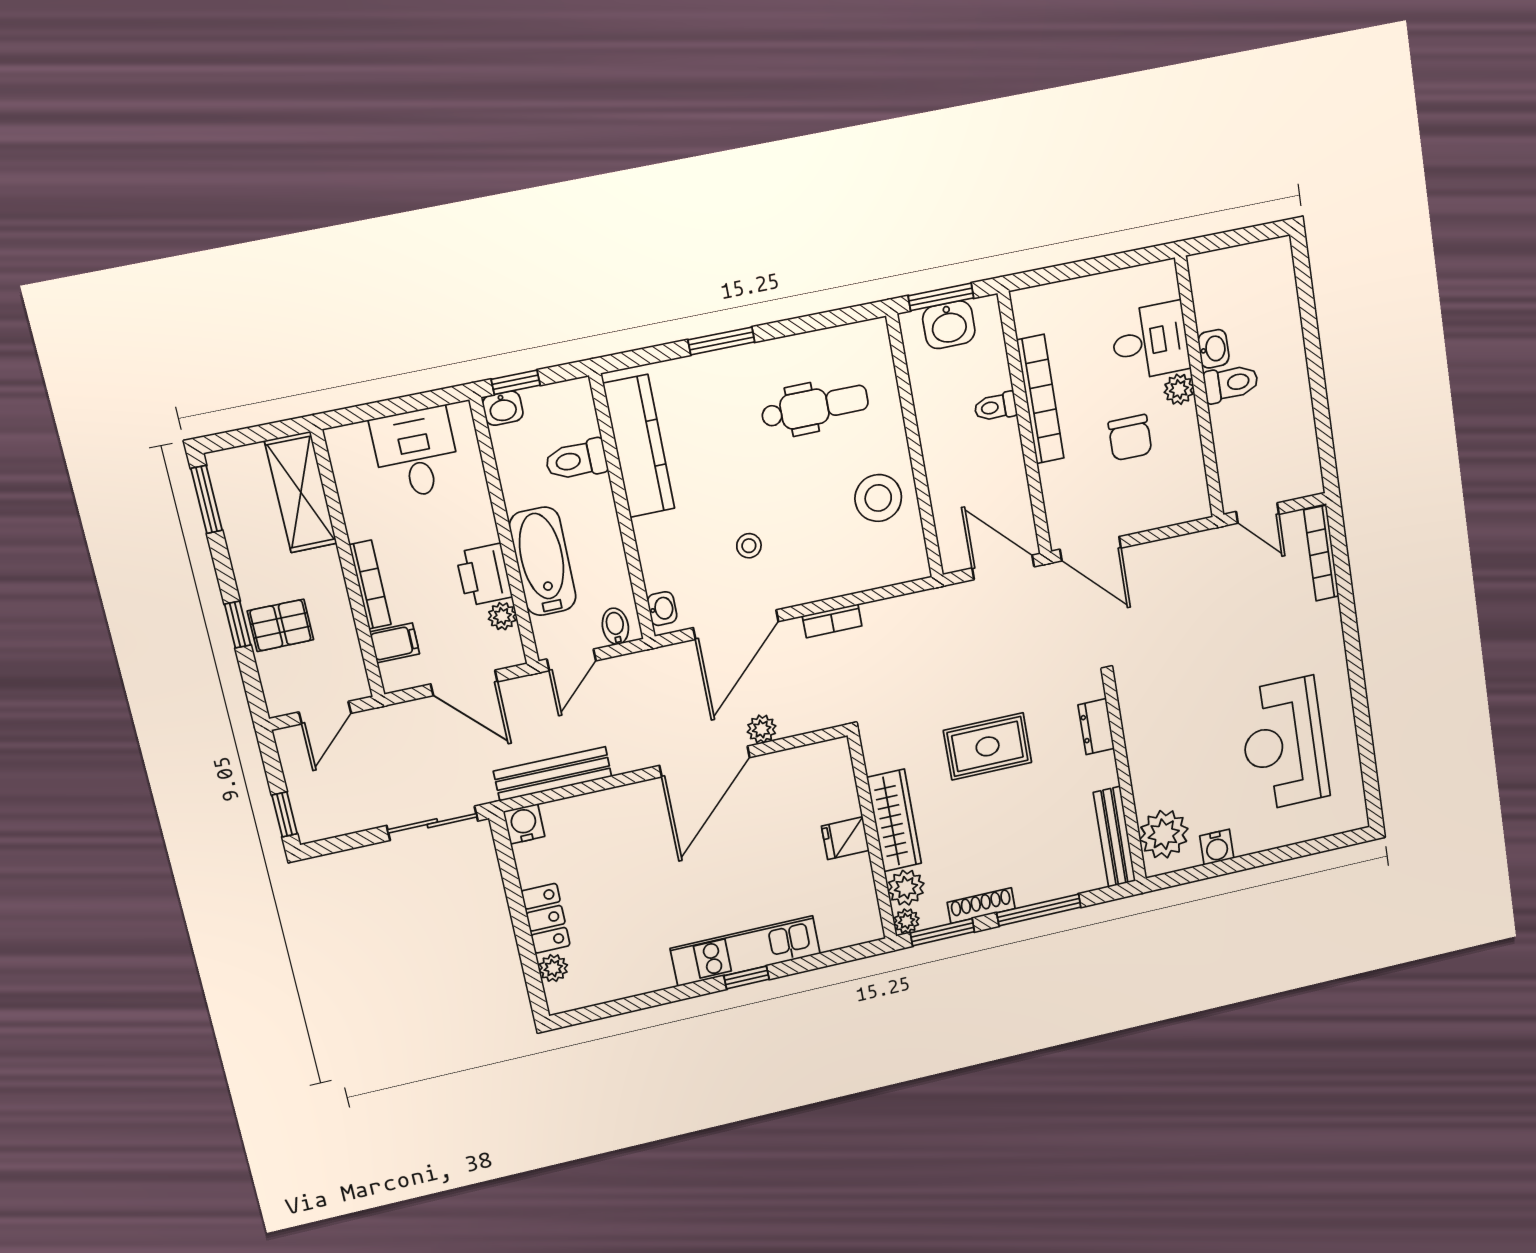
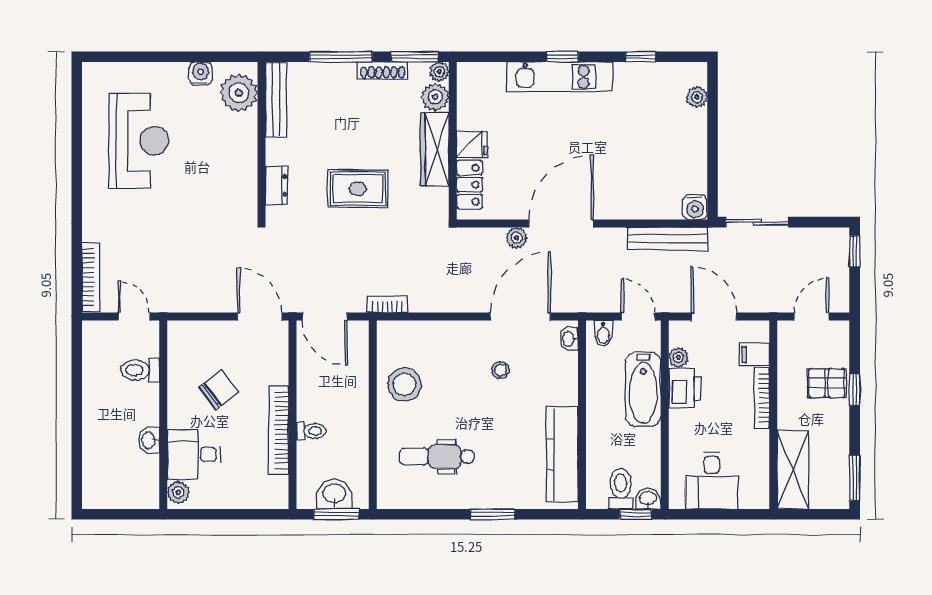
toilet: (1231, 383) -> (140, 370), moved
plant: (1179, 389) -> (178, 492), moved
chair: (1130, 438) -> (219, 390), turned 53
toilet: (576, 460) -> (621, 489), moved, turned -90
bookcase: (832, 621) -> (387, 304), moved
door: (571, 660) -> (638, 316), hinge flipped
locker: (546, 918) -> (470, 185), moved, turned 180
window: (641, 1002) -> (641, 57), added

